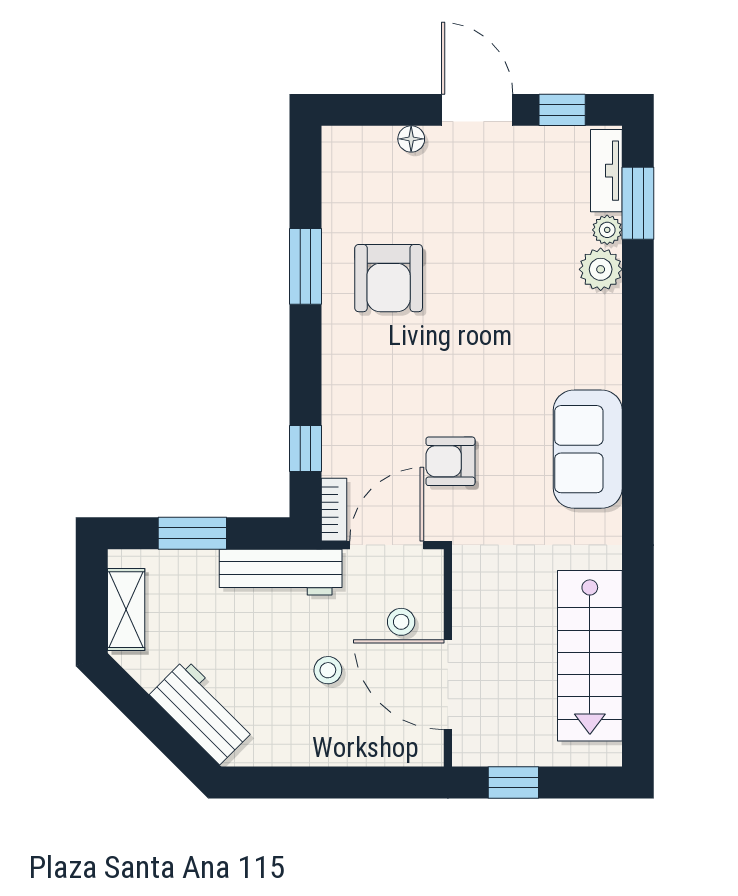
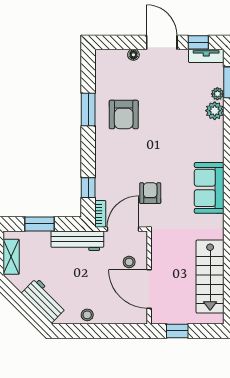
tv unit: (606, 171) -> (206, 56), moved, turned -90
armchair: (450, 461) -> (150, 193), turned 90
stool: (328, 670) -> (87, 315), moved

